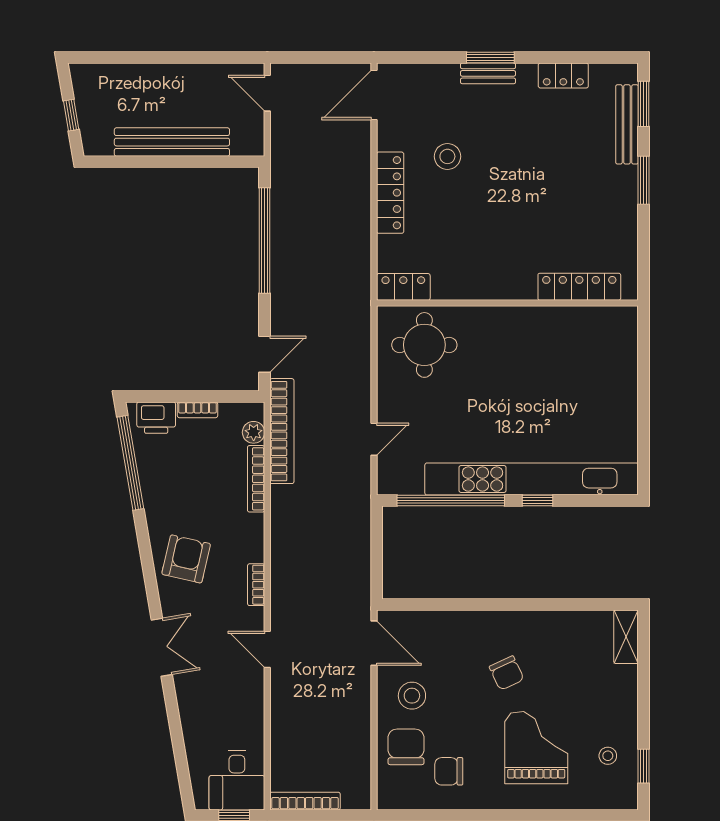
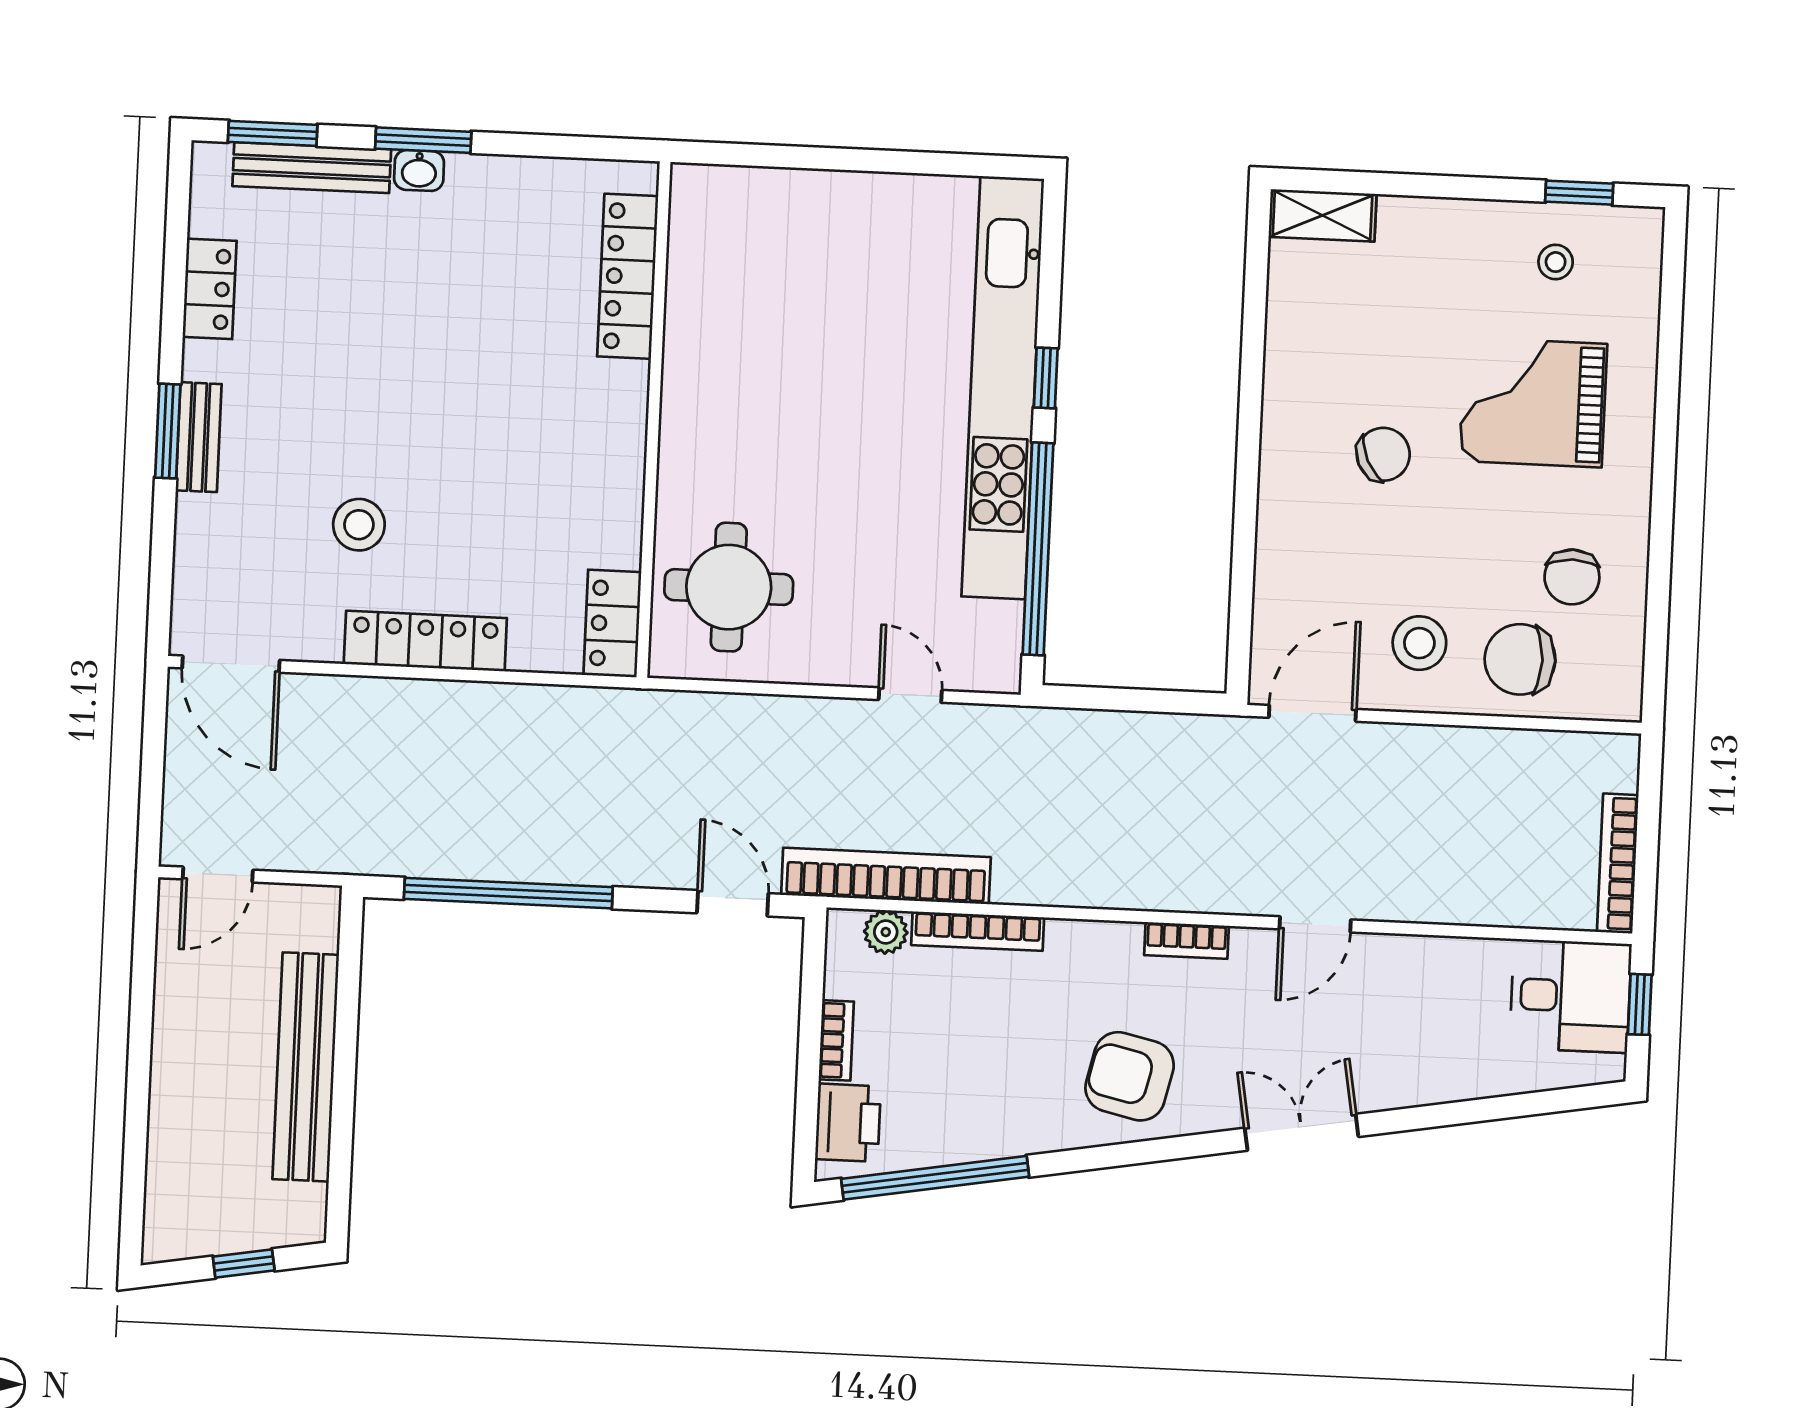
washbasin: (628, 179) -> (419, 170), added

